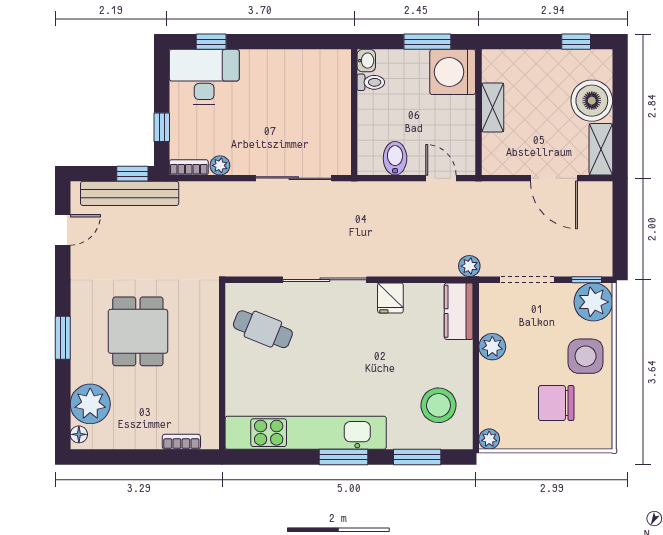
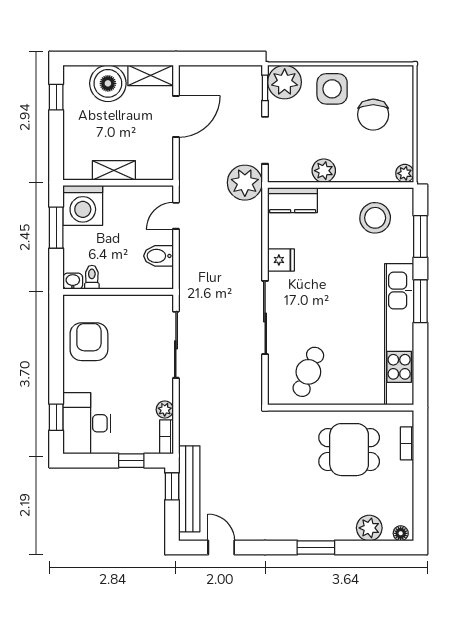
armchair: (297, 79) -> (89, 342), added
plant: (469, 266) -> (245, 183), width x1.87, depth x1.87
dining table: (138, 331) -> (349, 450), moved
plant: (90, 404) -> (369, 528), width x0.73, depth x0.73

